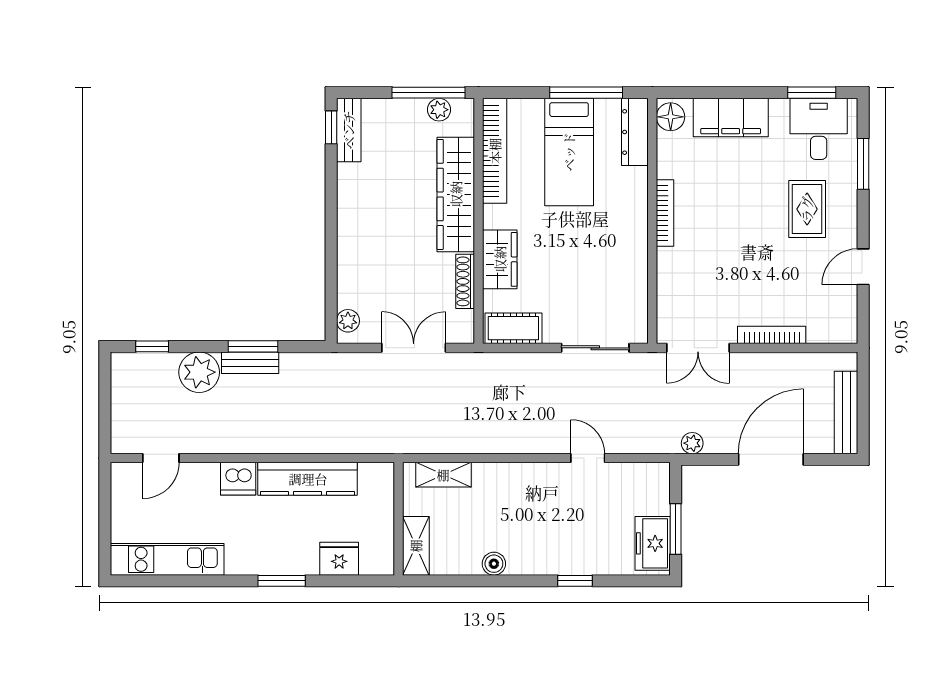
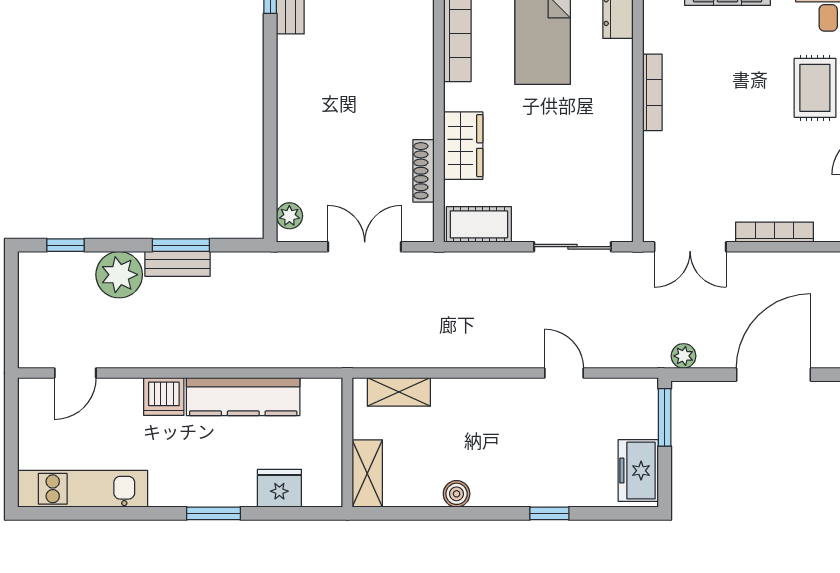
wardrobe: (456, 194) -> (413, 71), removed
window: (676, 529) -> (665, 417), moved

